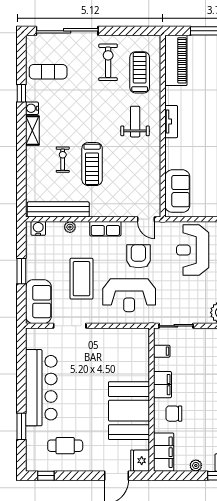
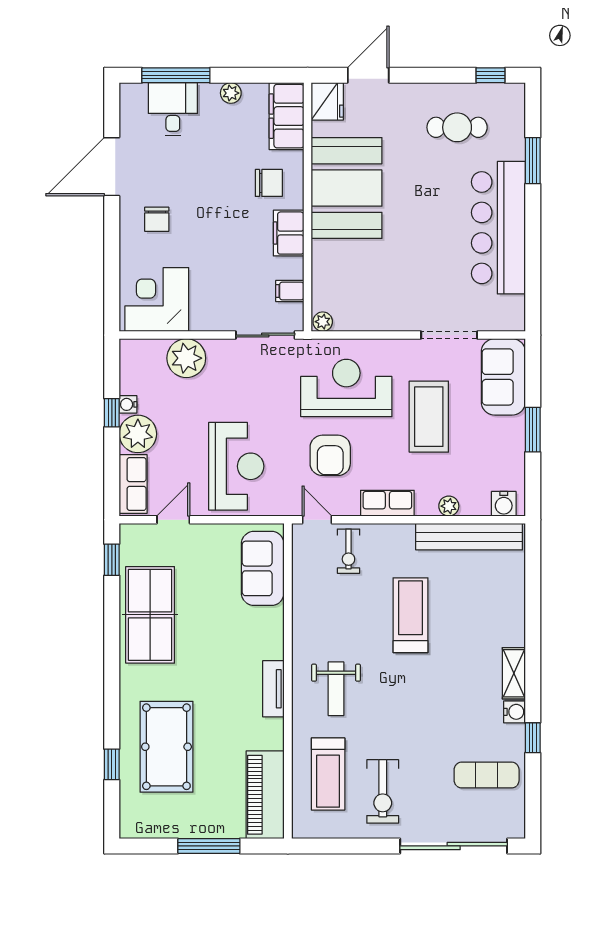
exercise bike: (63, 160) -> (348, 551), moved
plant: (143, 334) -> (323, 322), added

